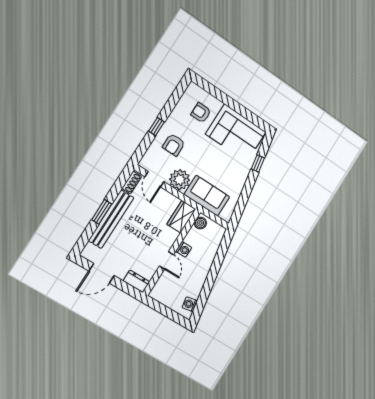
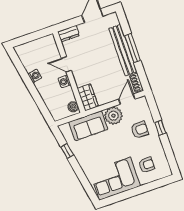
armchair: (174, 145) -> (140, 130), turned 90
window: (258, 163) -> (67, 151), moved
door: (154, 179) -> (127, 99), hinge flipped
window: (102, 212) -> (133, 48), width x1.44
washing machine: (190, 304) -> (35, 76), moved

